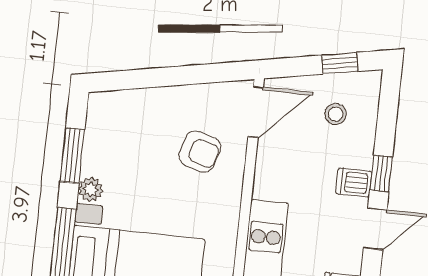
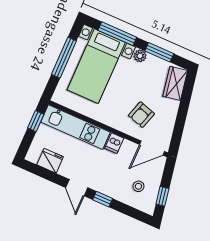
wardrobe: (121, 107) -> (175, 83), added
door: (256, 112) -> (152, 148), hinge flipped
dishwasher: (354, 183) -> (114, 143), moved, turned 180

